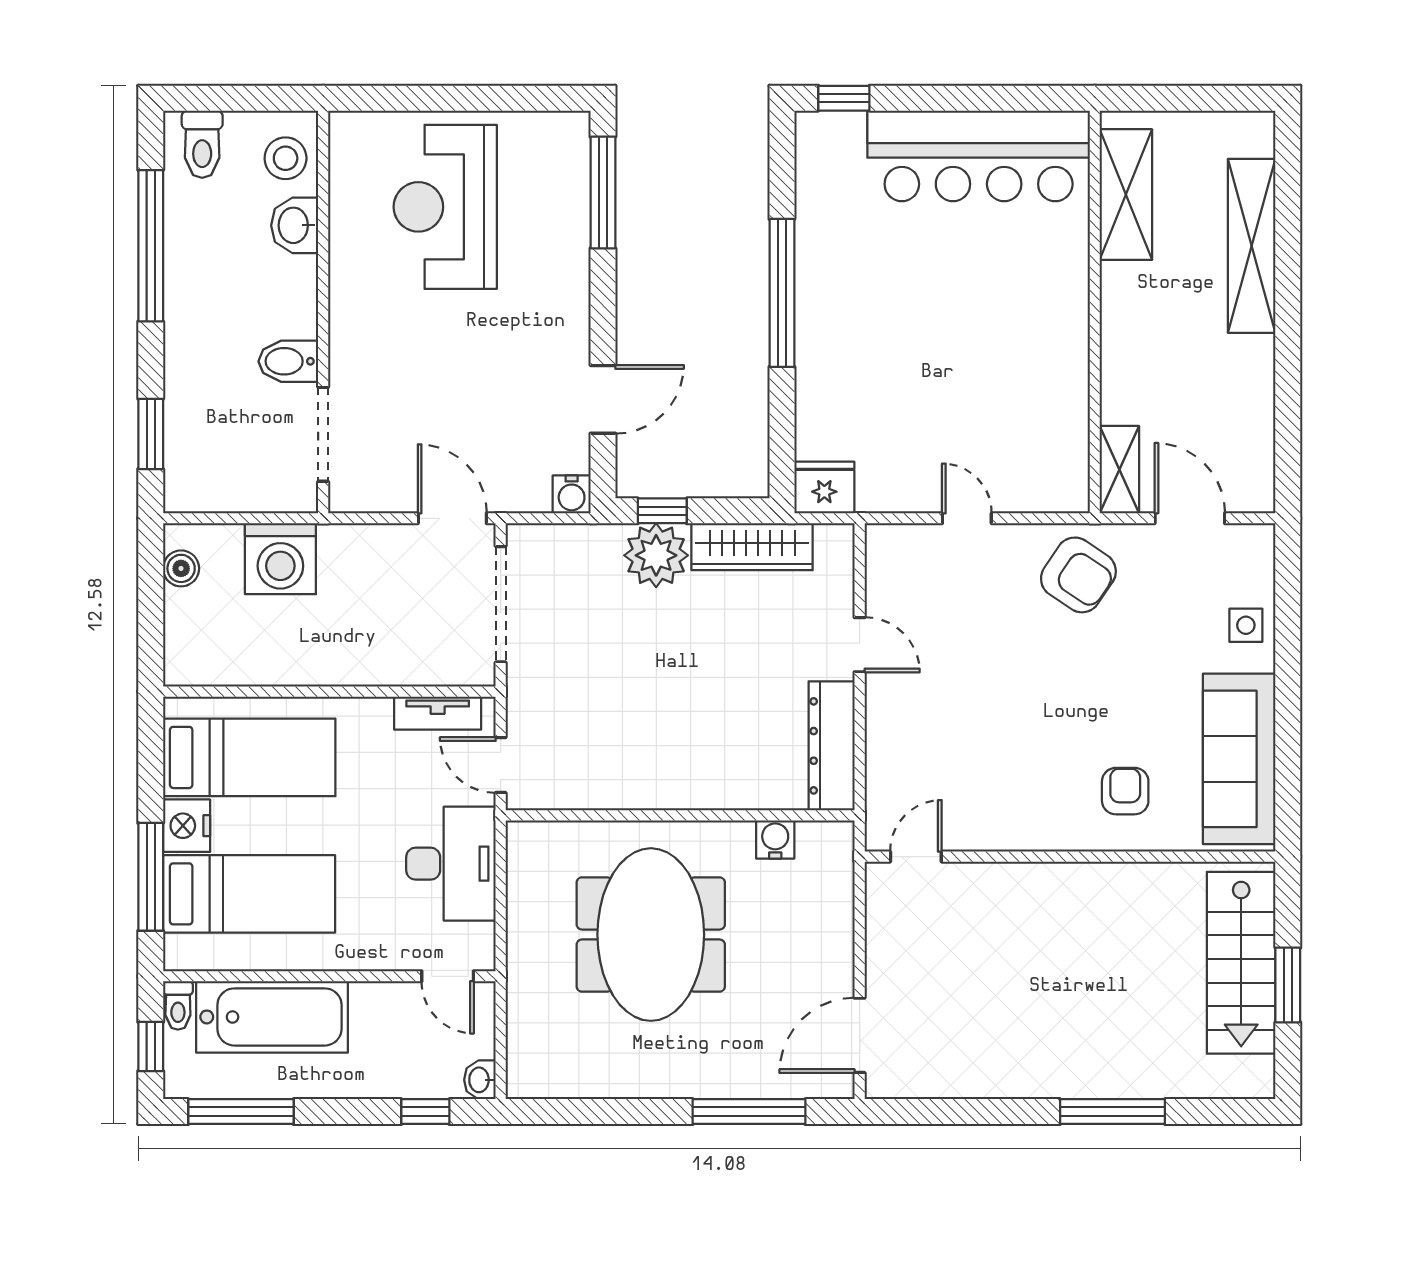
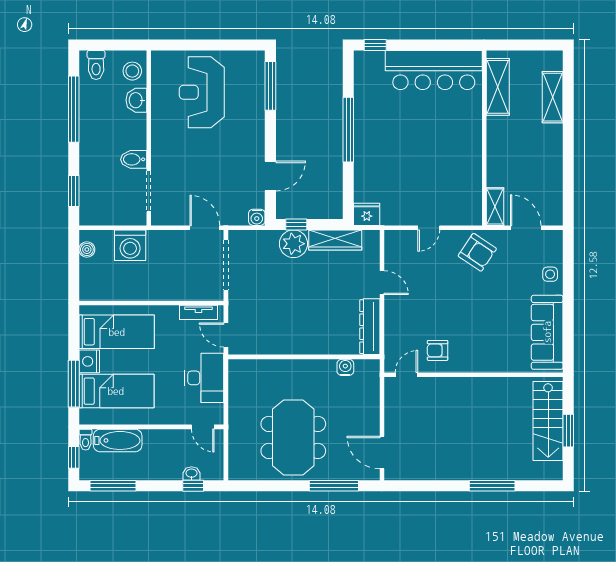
shelving: (1252, 246) -> (553, 97), width x0.68
door: (967, 518) -> (429, 228), swing flipped
armchair: (1125, 791) -> (438, 350), moved, turned -90
meeting table: (651, 935) -> (293, 437), moved
bathtub: (272, 1017) -> (118, 440), width x0.73, depth x0.73
door: (860, 1035) -> (382, 453), hinge flipped
washbasin: (480, 1080) -> (192, 474), moved, turned 90

